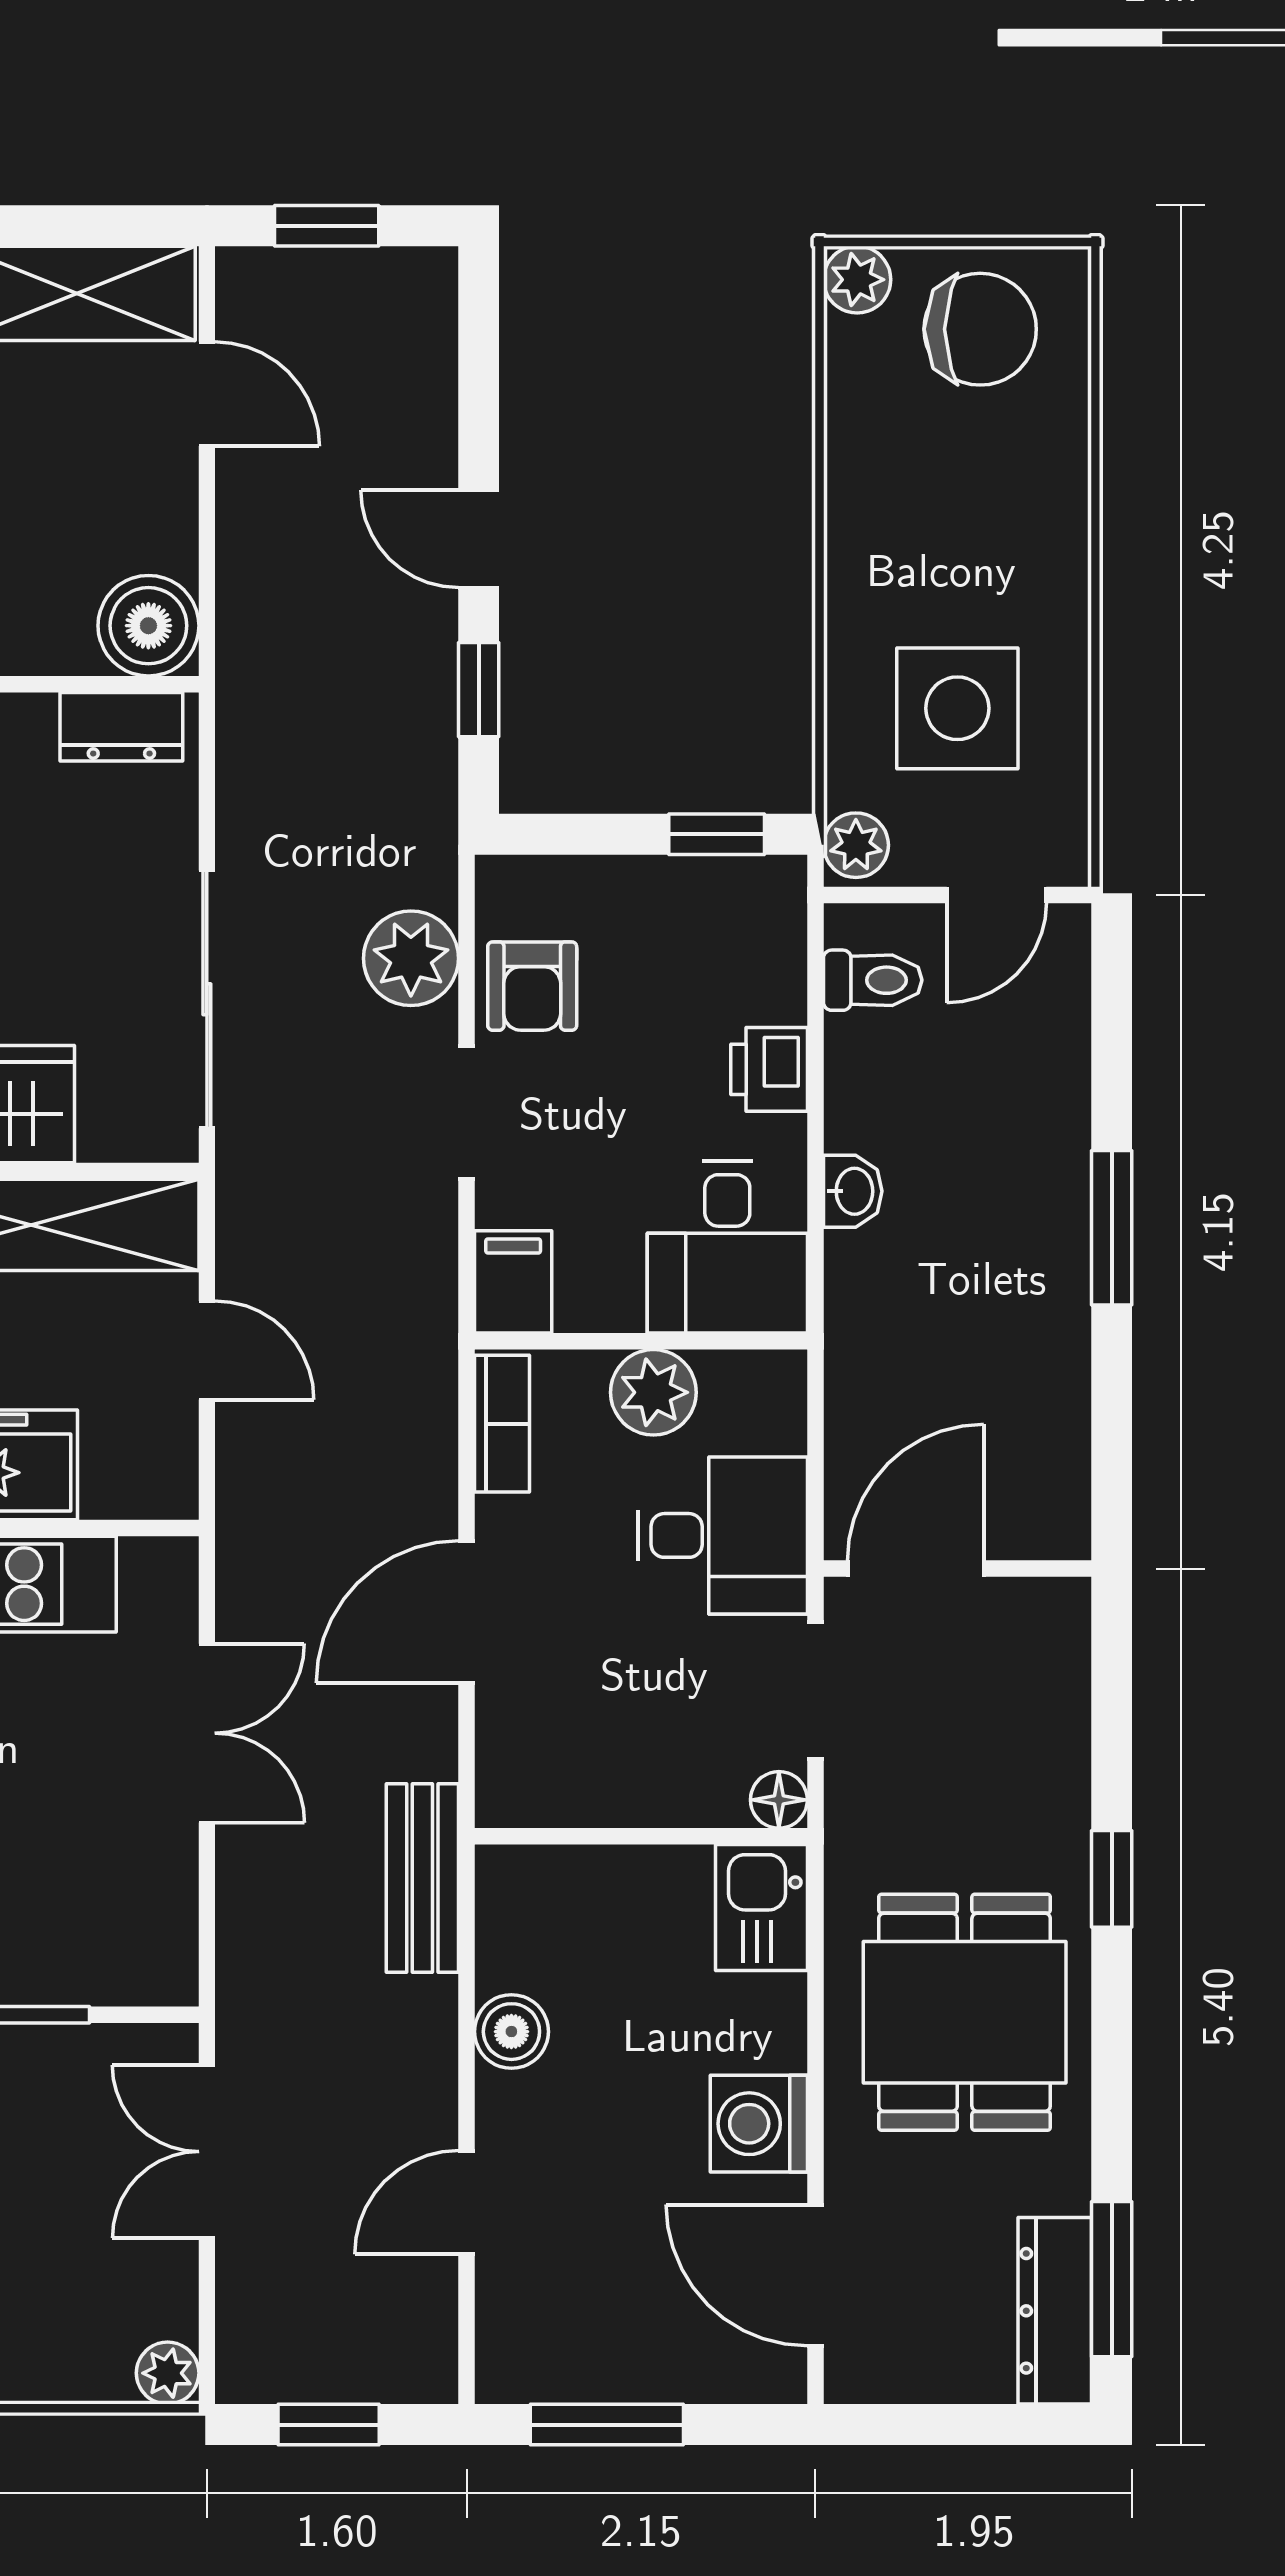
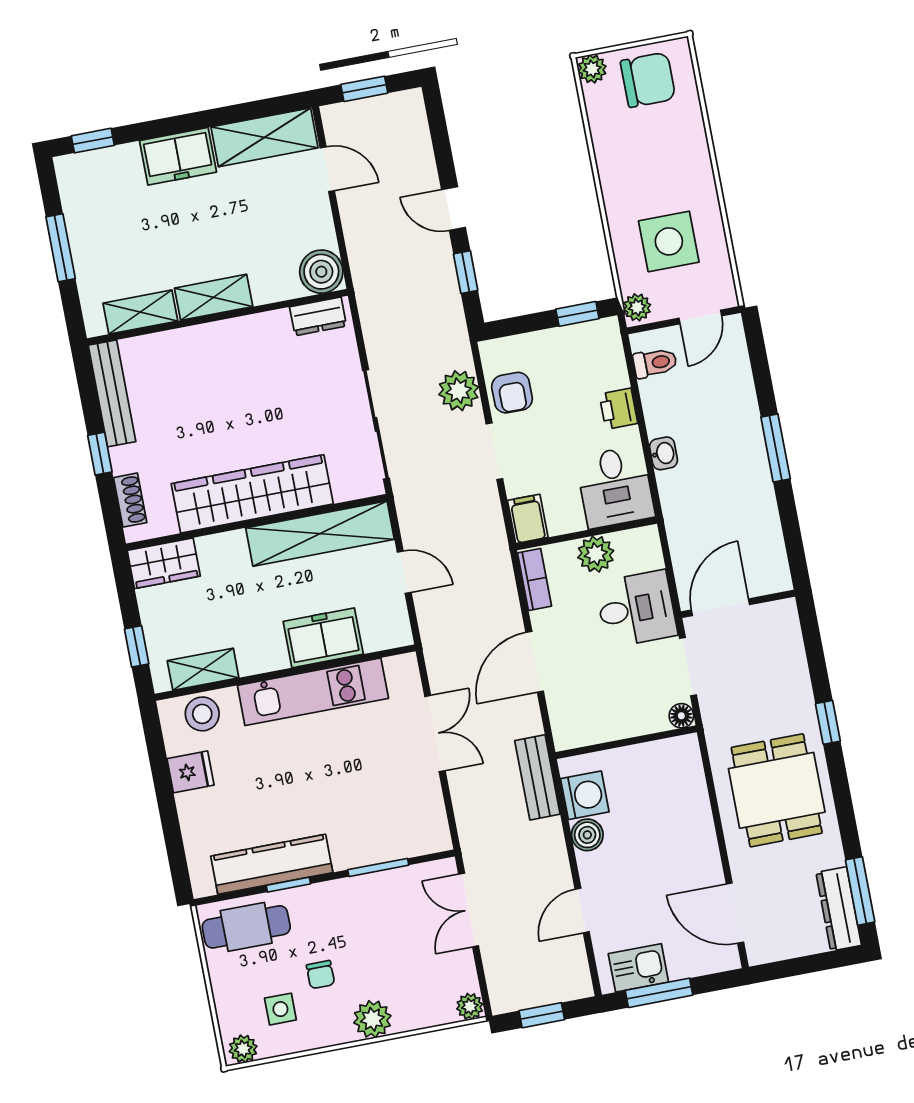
kitchen sink: (762, 1908) -> (638, 968), moved, turned 90
washing machine: (759, 2124) -> (585, 795), moved, turned 180

